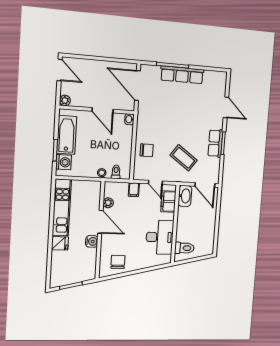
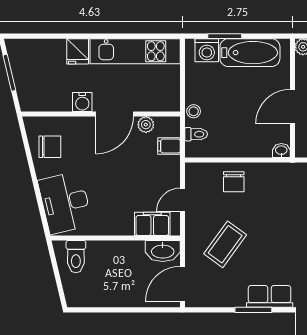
row of seats: (215, 143) -> (270, 296), moved
filing cabinet: (134, 190) -> (169, 146), moved
desk: (160, 237) -> (65, 203), moved, turned 77

